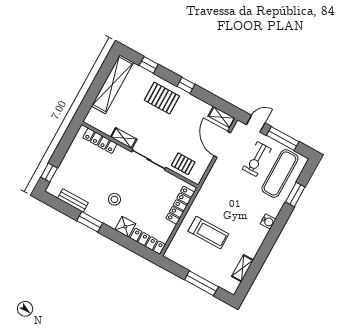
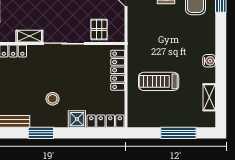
pallet: (183, 164) -> (99, 29), turned 90
water cooler: (268, 221) -> (209, 61), moved
treadmill: (208, 233) -> (159, 81), turned 180

